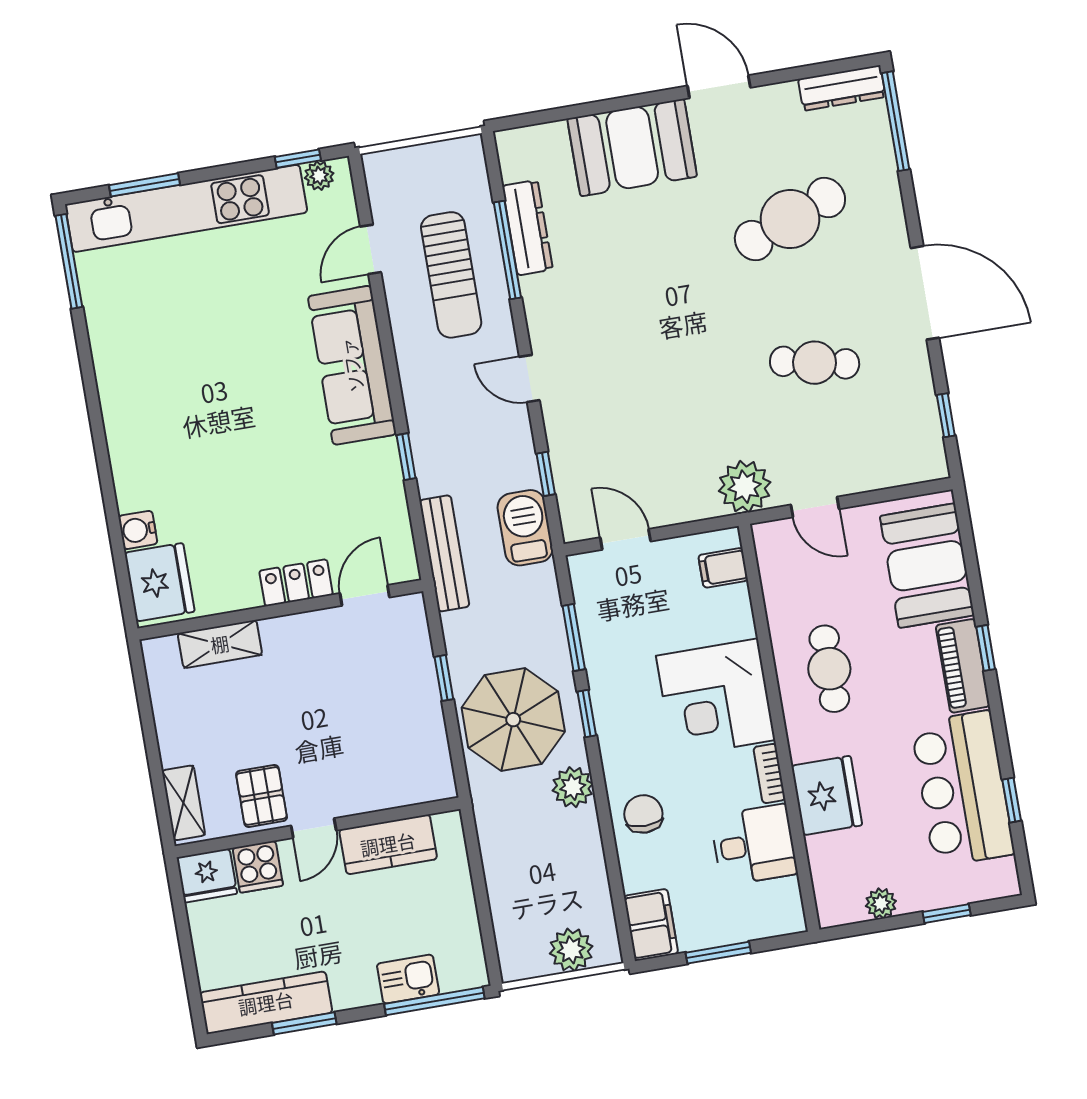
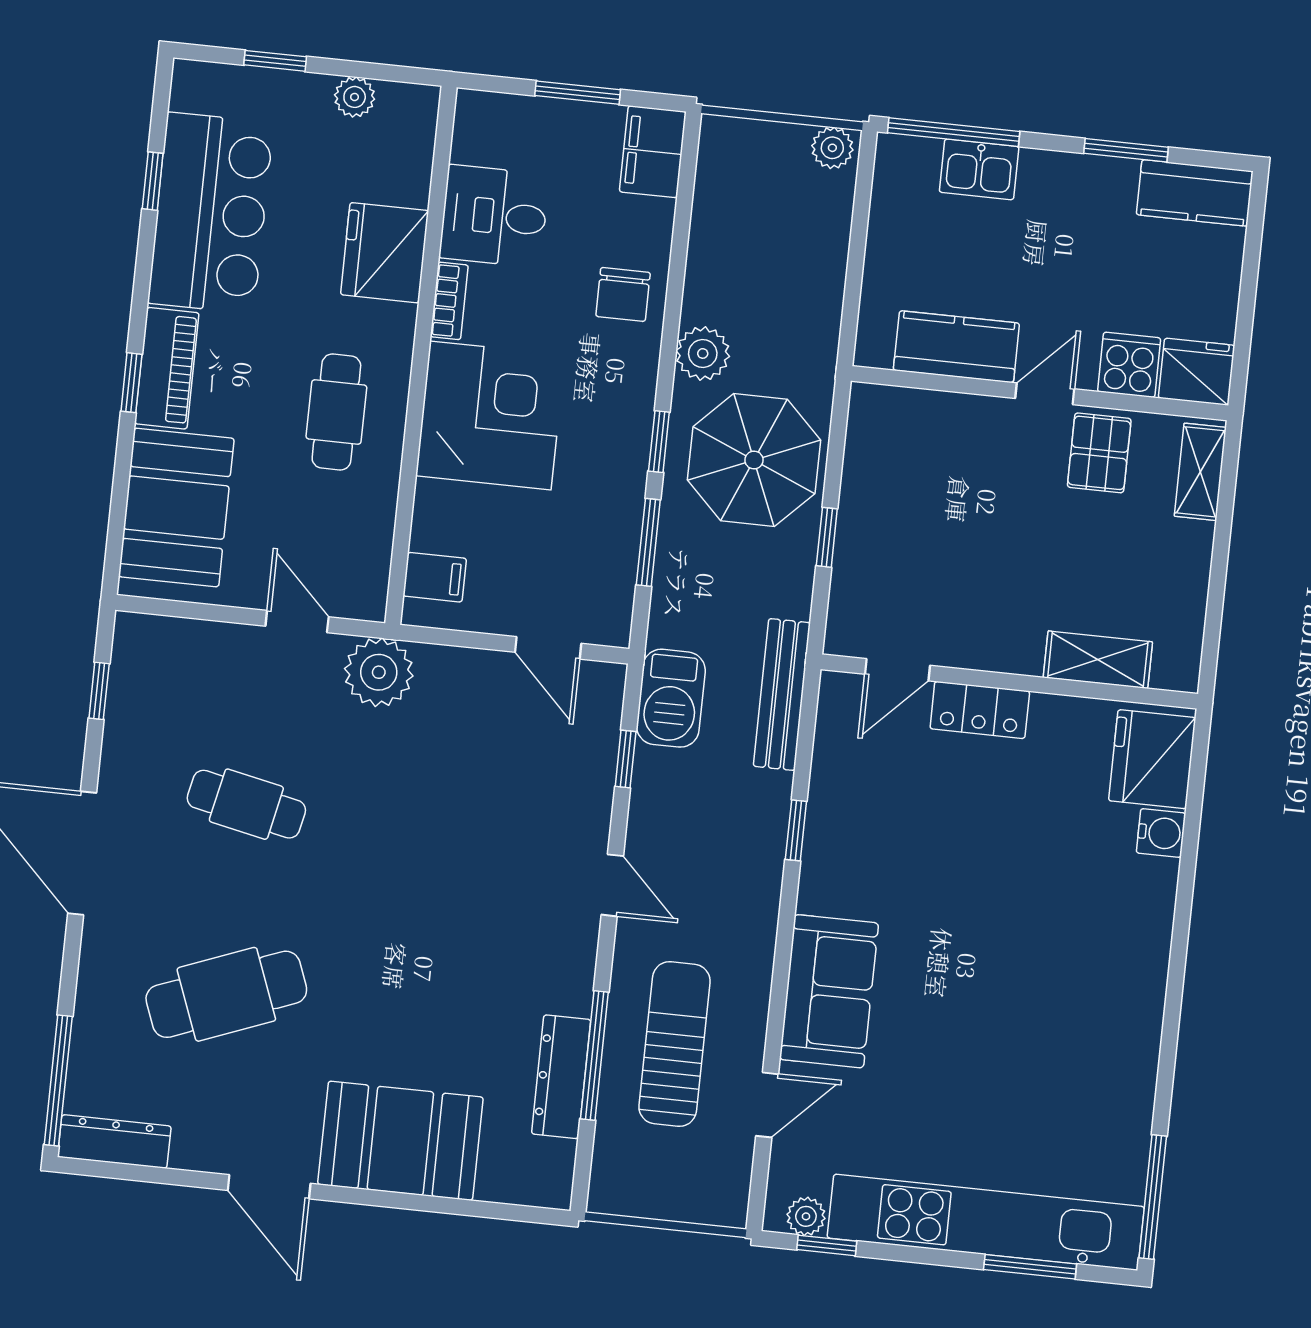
sofa: (352, 365) -> (829, 991), width x0.73
plant: (571, 950) -> (832, 148), moved, width x0.73, depth x0.73
kitchen counter: (266, 1003) -> (1195, 193), width x0.67

